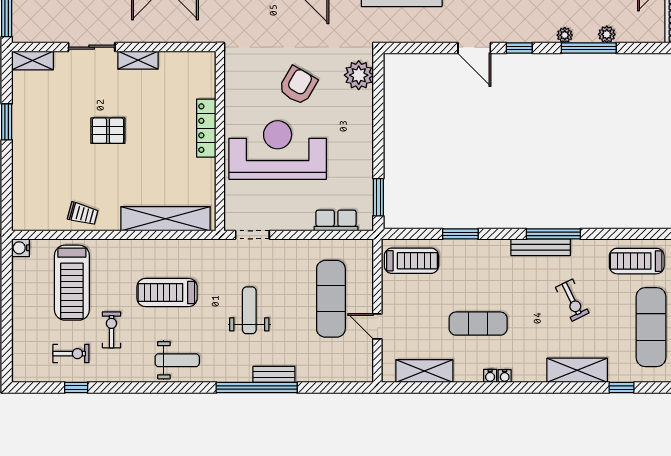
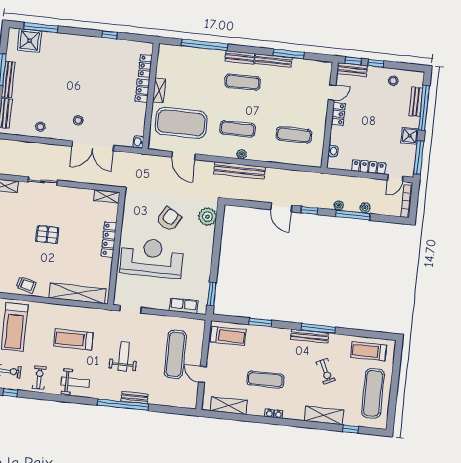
shelving: (138, 60) -> (107, 196), moved
exercise bike: (111, 330) -> (39, 378), moved

